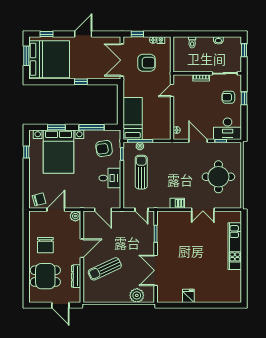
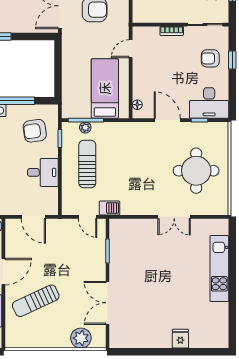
bed: (133, 119) -> (105, 88), moved
barbecue: (177, 203) -> (110, 208), moved
fridge: (188, 296) -> (180, 339), moved

